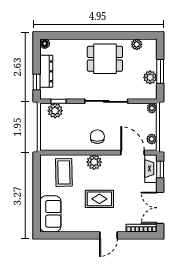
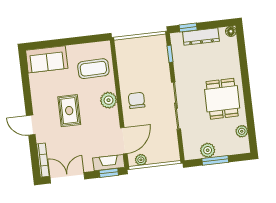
plant: (152, 108) -> (174, 156), removed
plant: (55, 111) -> (159, 51), removed
chair: (97, 137) -> (137, 100), turned -90

